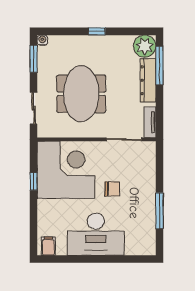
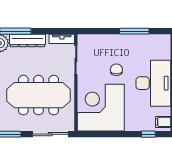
meeting table: (81, 94) -> (39, 95), width x1.36
sliding door: (34, 108) -> (50, 134), width x1.37
window: (34, 181) -> (148, 134), moved

